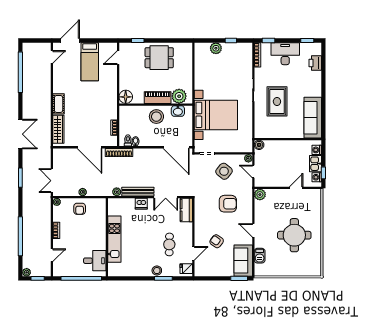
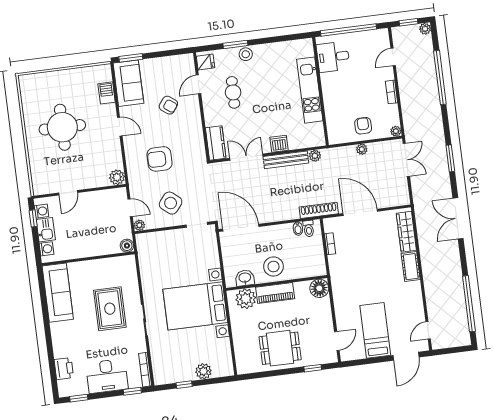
bed with nightstands: (216, 115) -> (195, 306), moved

